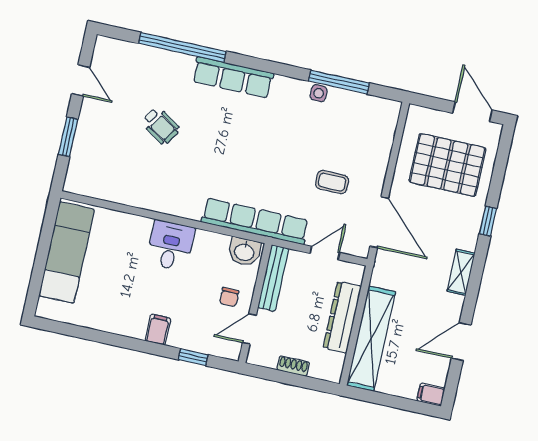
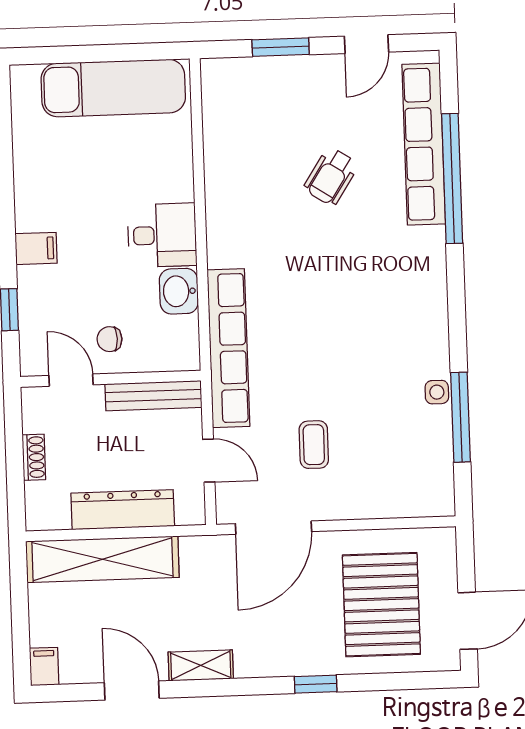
row of seats: (233, 77) -> (424, 144), moved, width x1.36
washbasin: (244, 252) -> (179, 291), moved
shelving: (461, 272) -> (201, 665), moved

